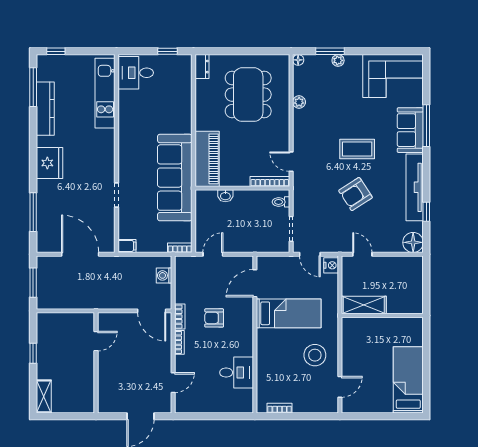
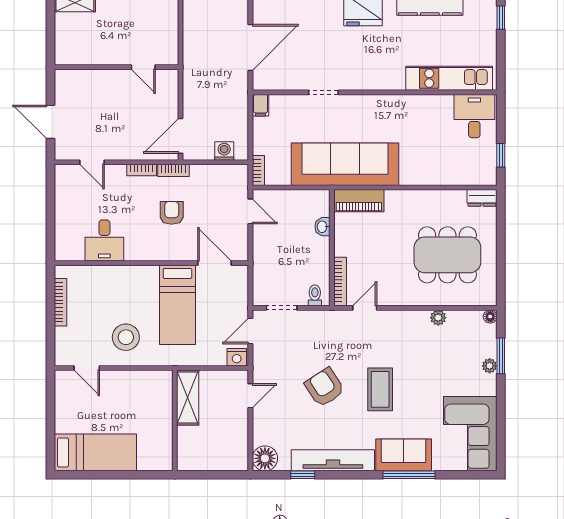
piano: (207, 159) -> (359, 201), width x0.73, depth x0.75
bookcase: (280, 408) -> (60, 302), width x1.56

